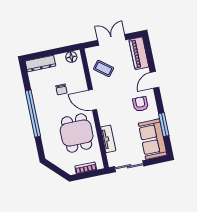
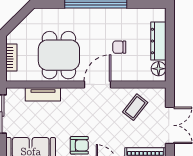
dresser: (40, 64) -> (158, 41), moved
dining table: (77, 133) -> (59, 55), turned 90

